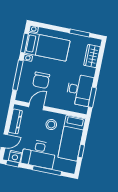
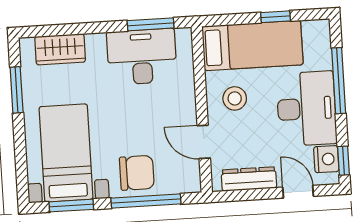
chair: (41, 80) -> (137, 173), moved

